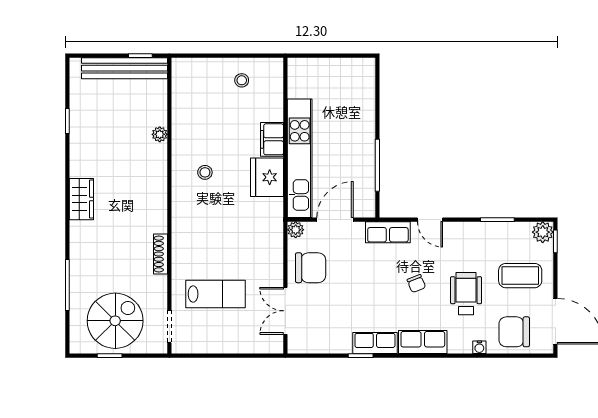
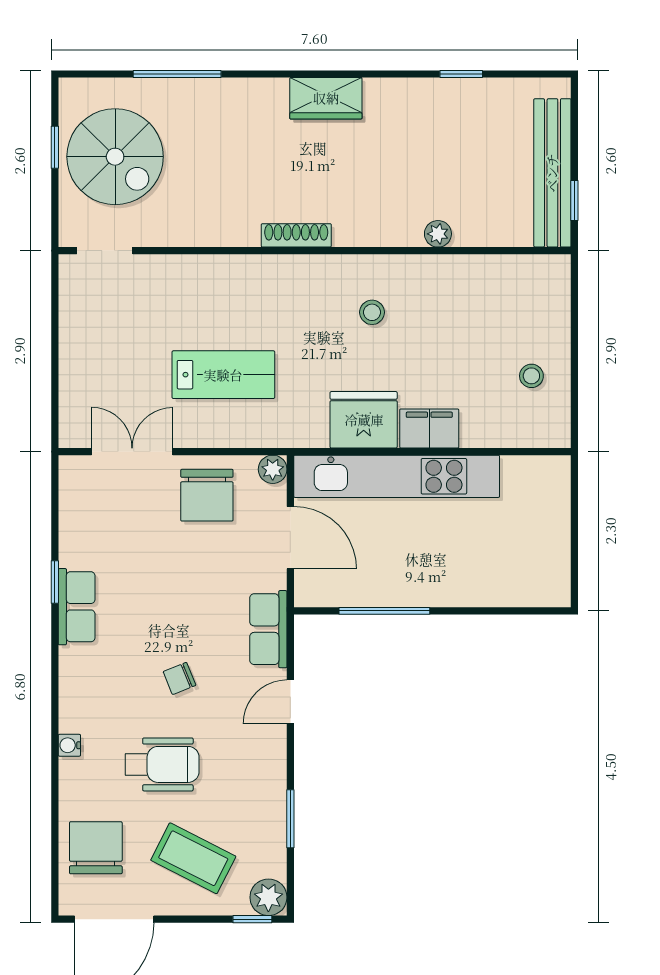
shoe rack: (161, 254) -> (296, 235), moved
coffee table: (520, 276) -> (193, 858), turned -63
lab bench: (216, 294) -> (223, 375), moved, turned -90
row of seats: (423, 342) -> (78, 690), removed
water cooler: (479, 347) -> (69, 745), moved

